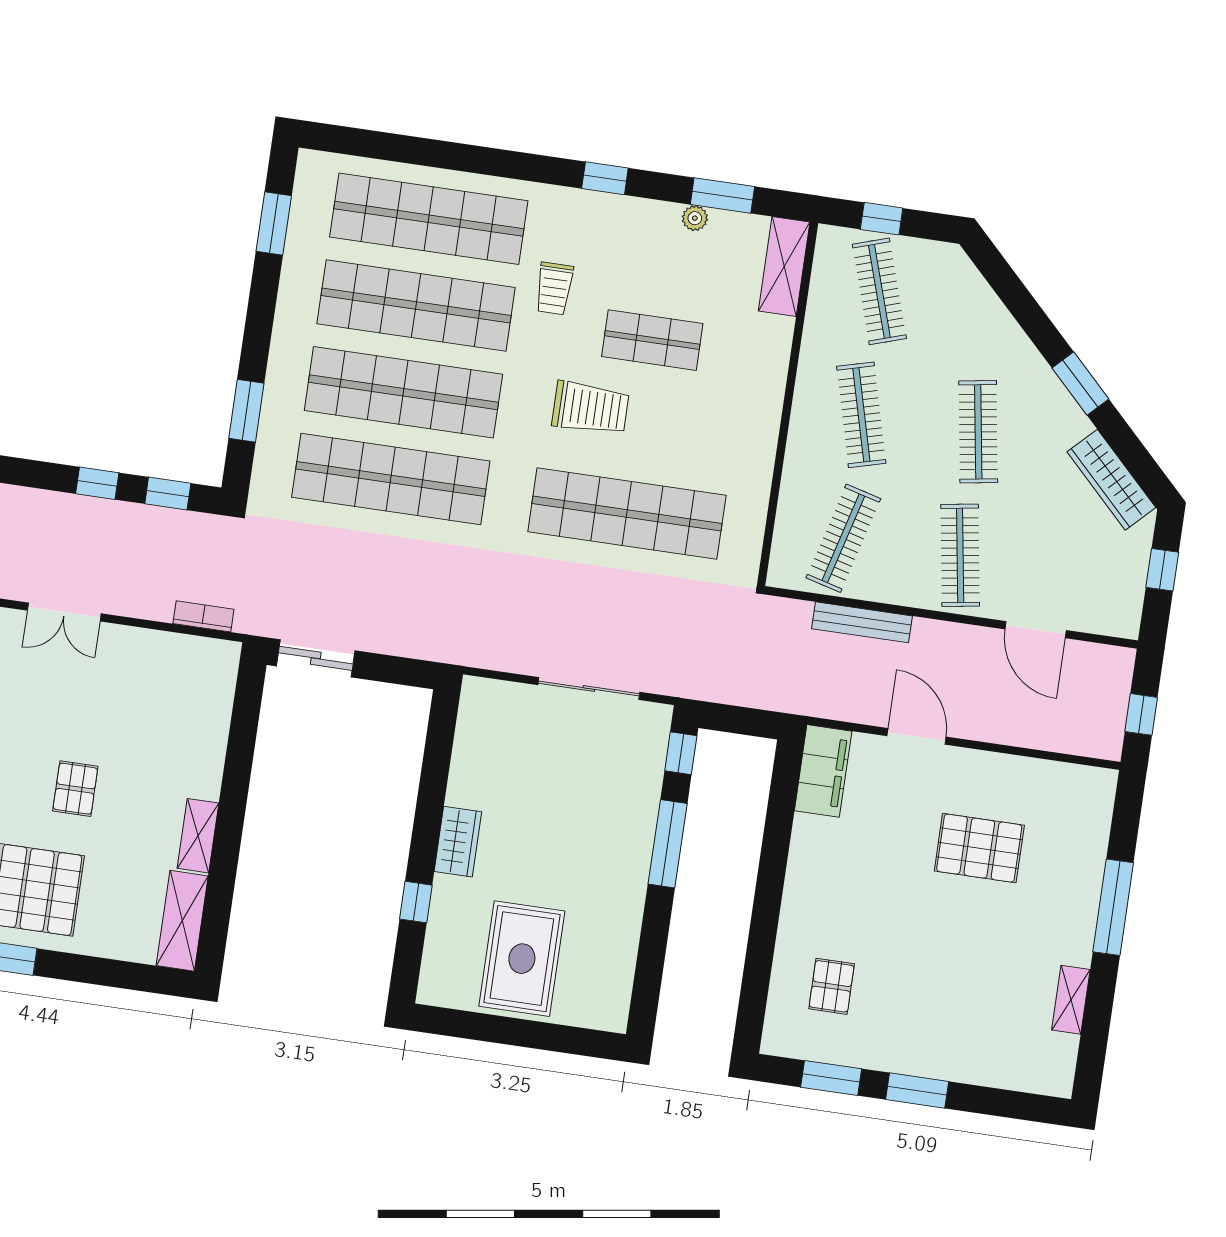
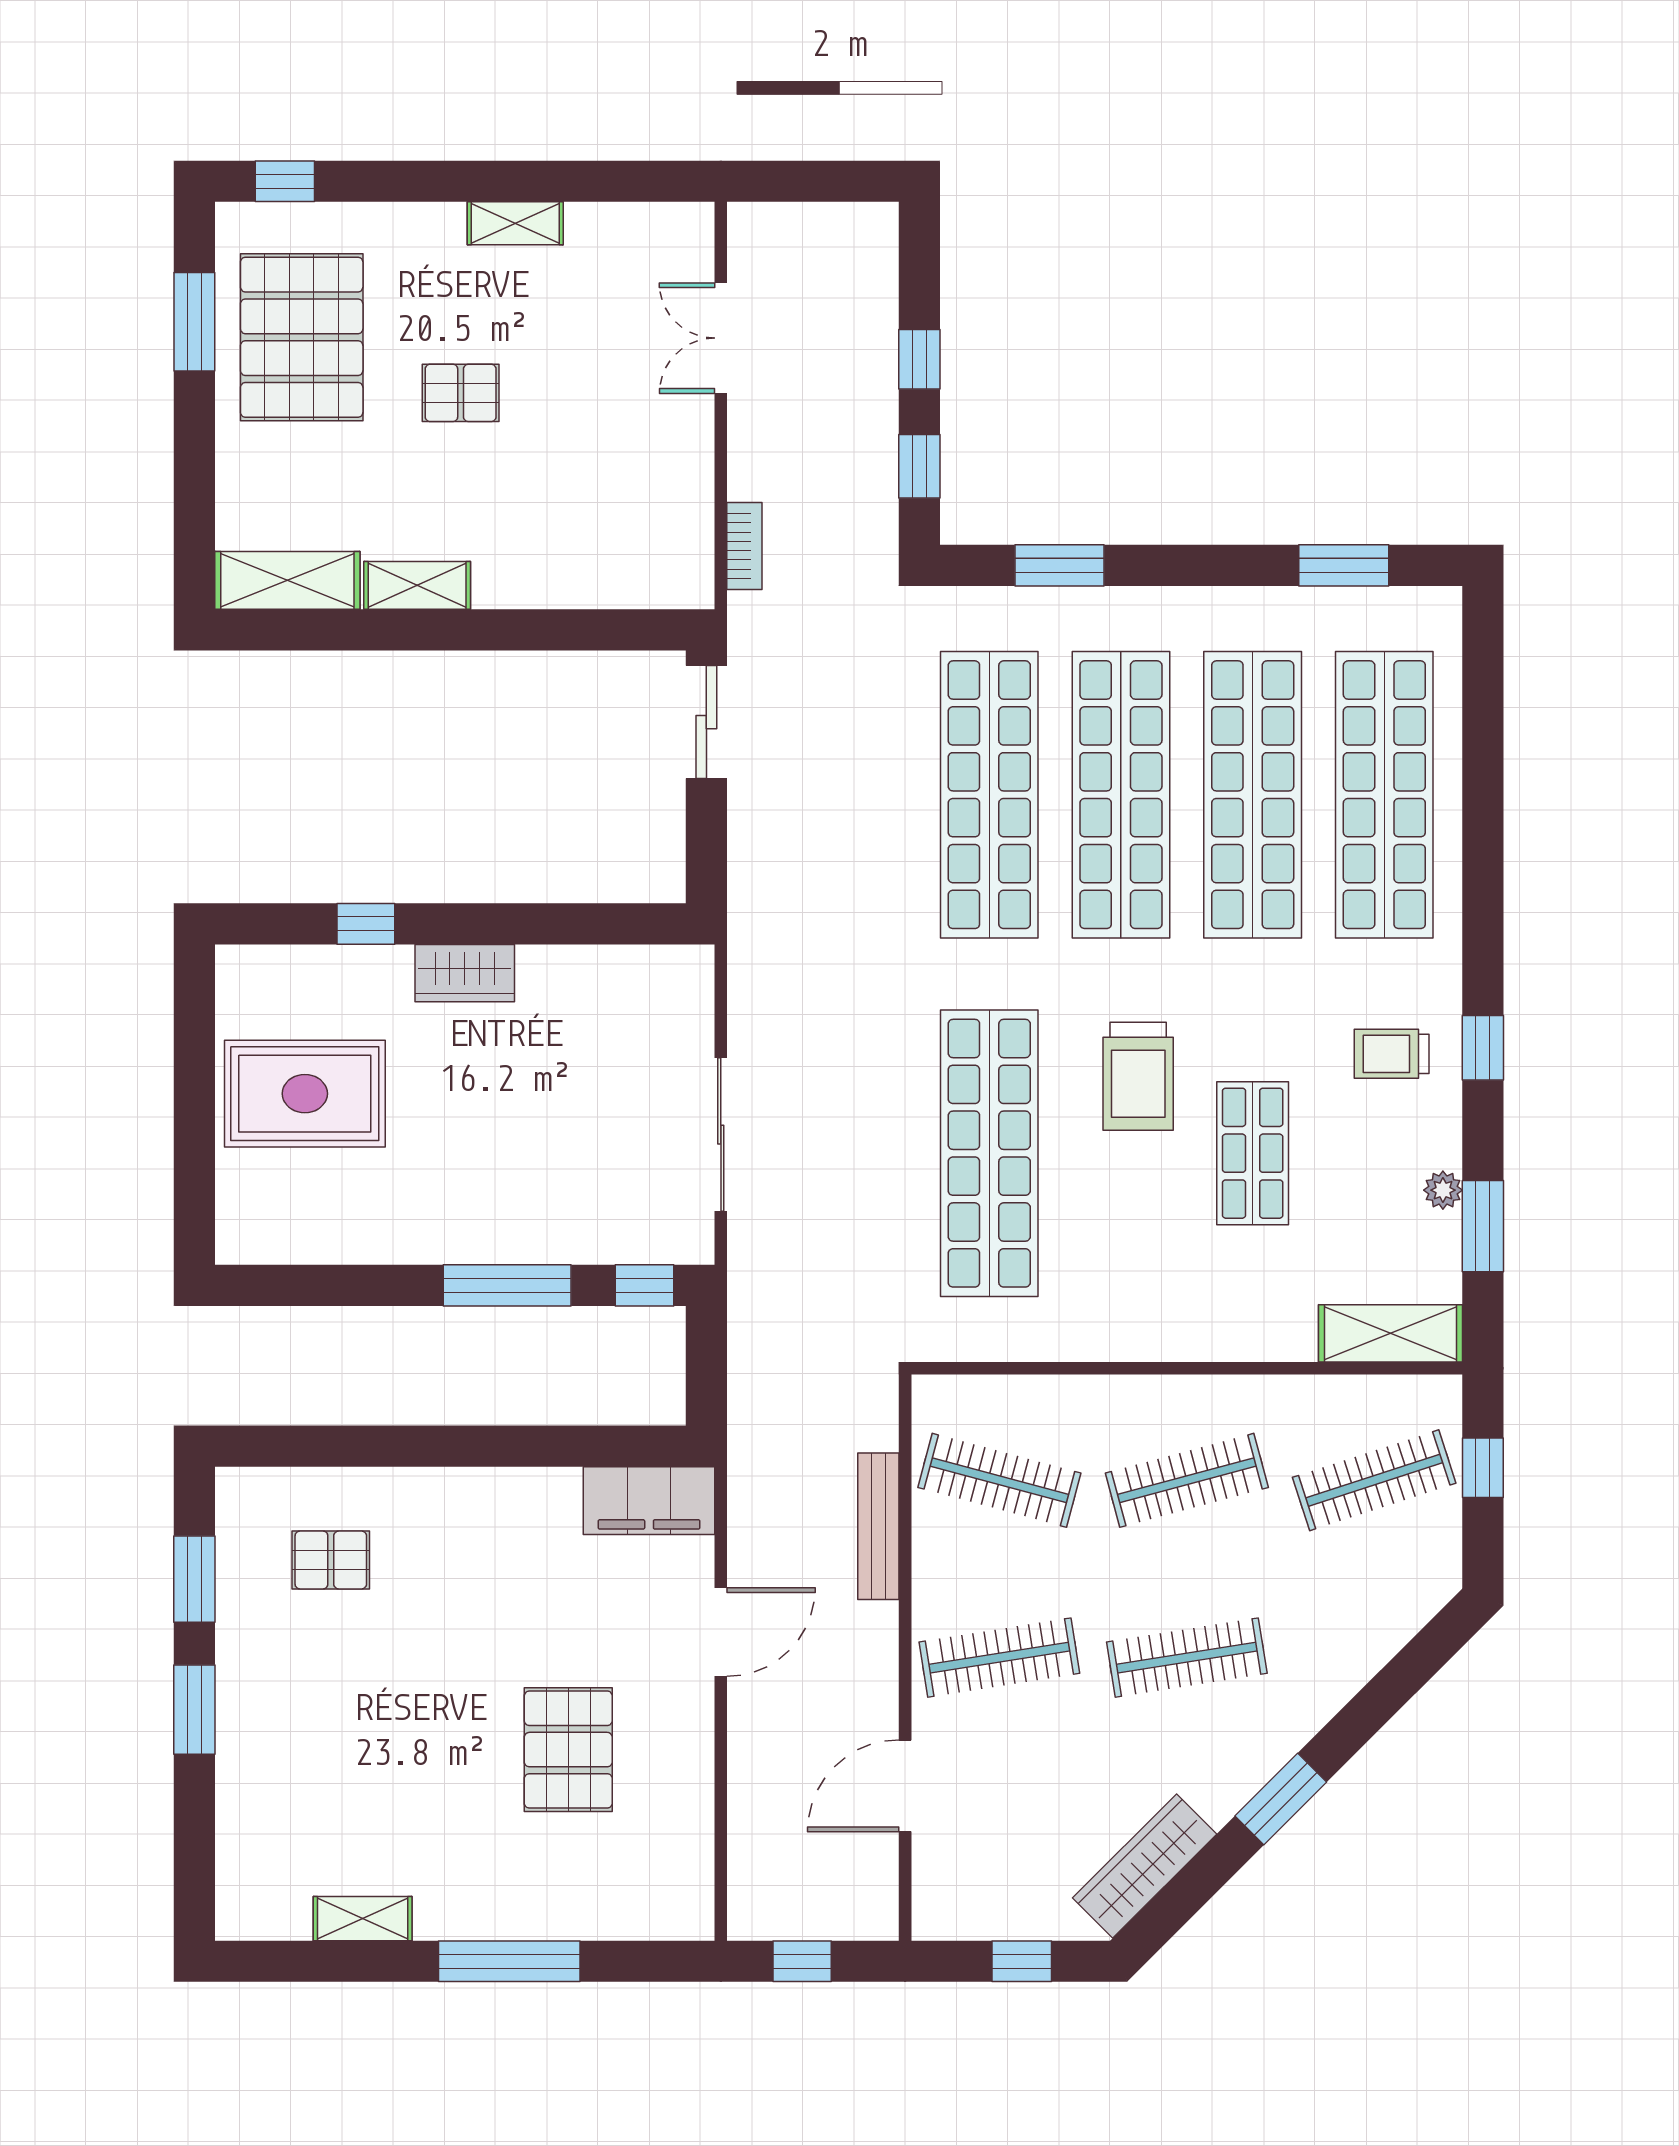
trolley: (554, 289) -> (1392, 1054), moved

